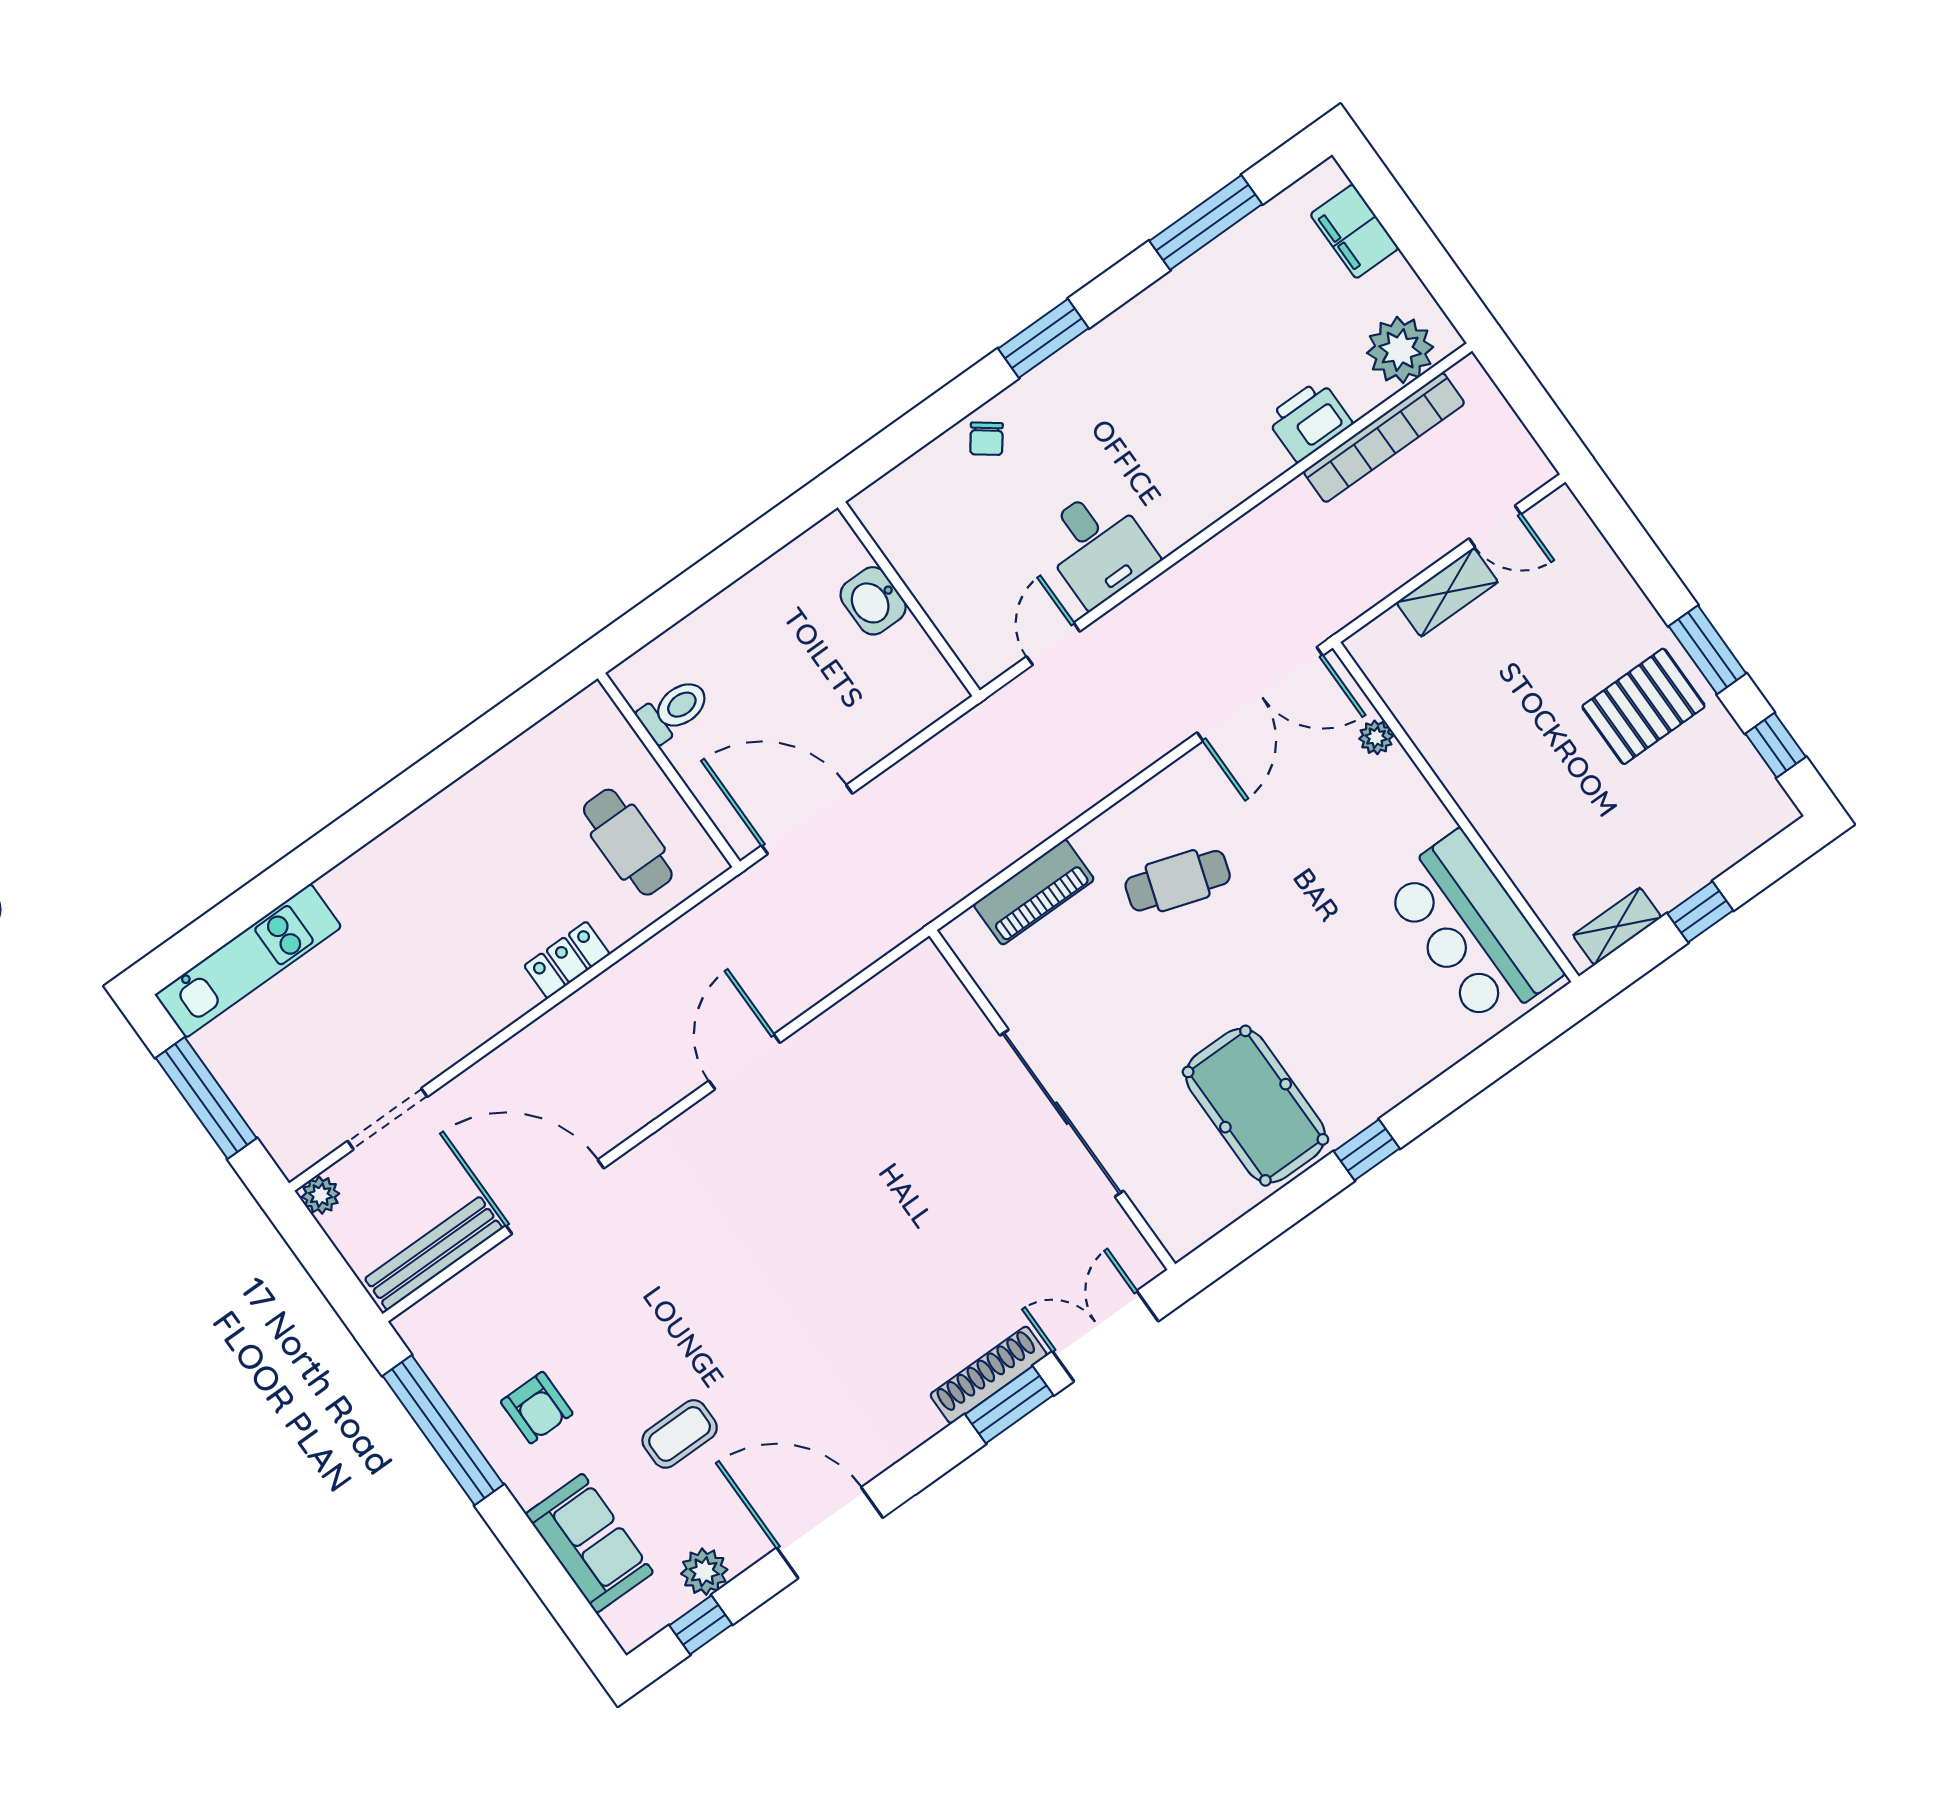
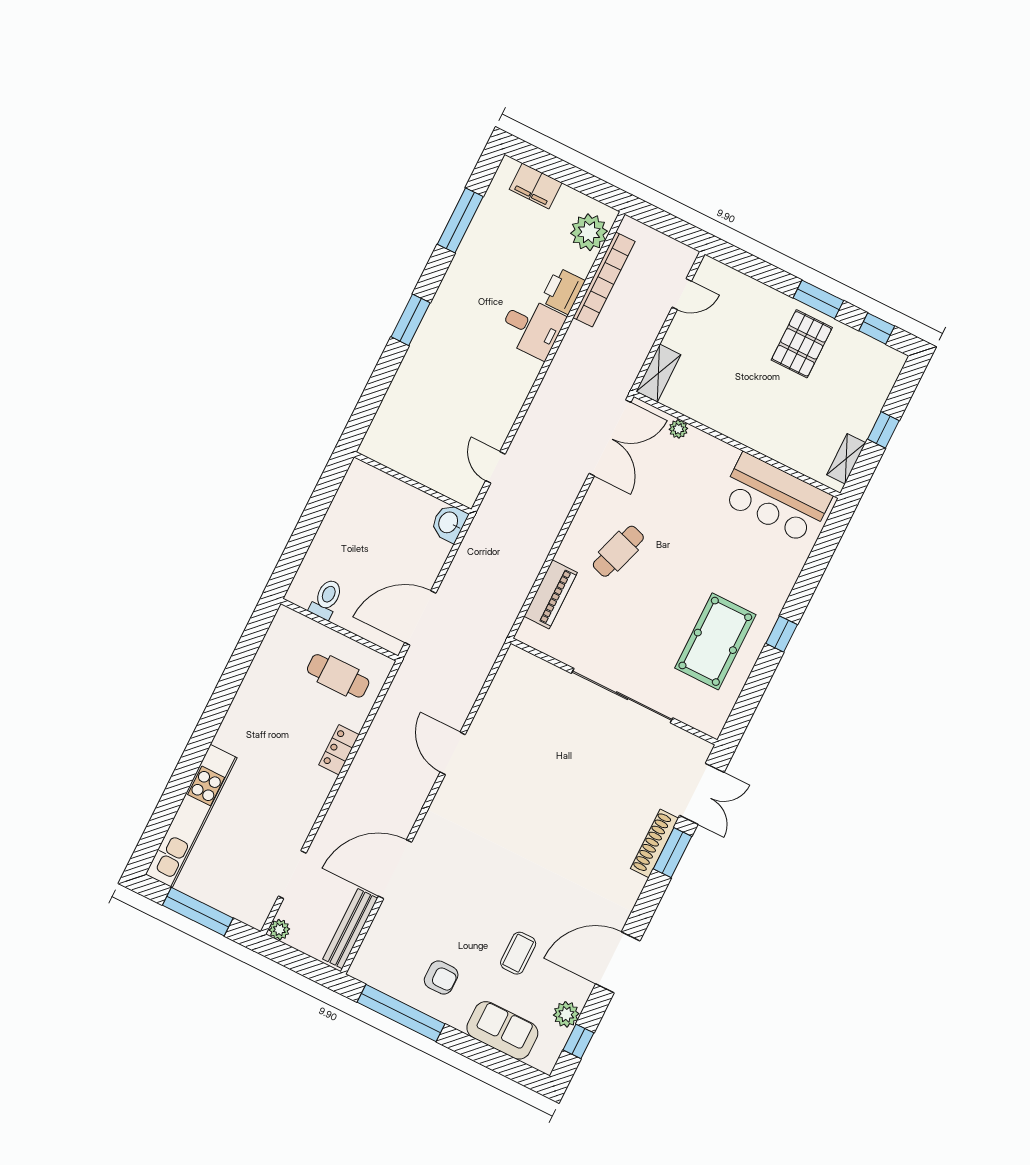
chair: (986, 439) -> (409, 384), removed
desk: (1098, 547) -> (532, 327), moved
shelving: (1447, 592) -> (658, 373), moved
washbasin: (873, 601) -> (449, 523), moved, turned 90
kitchen unit: (248, 961) -> (191, 816), width x1.36
pool table: (1255, 1106) -> (715, 641), turned 90
double door: (1105, 1336) -> (702, 794), swing flipped

